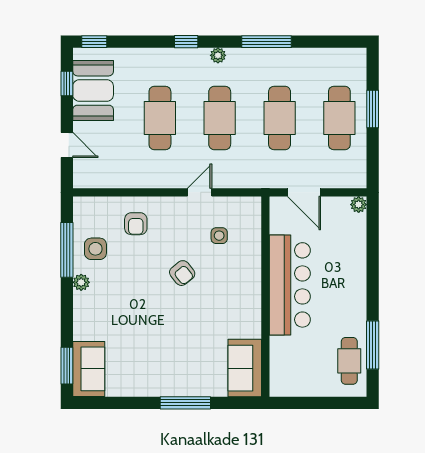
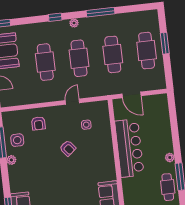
plant: (359, 205) -> (170, 158), moved

